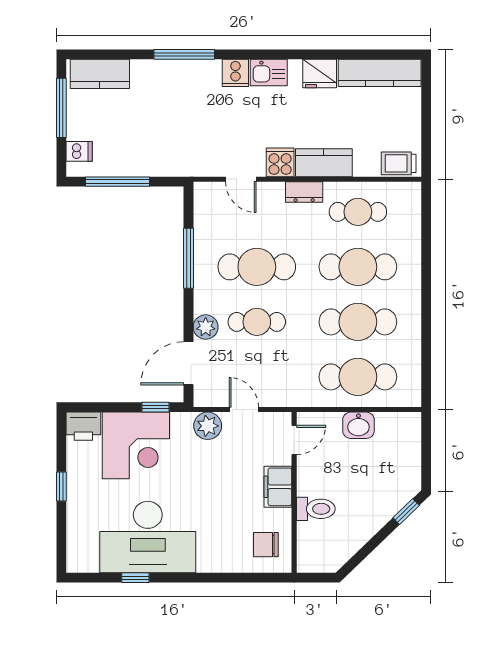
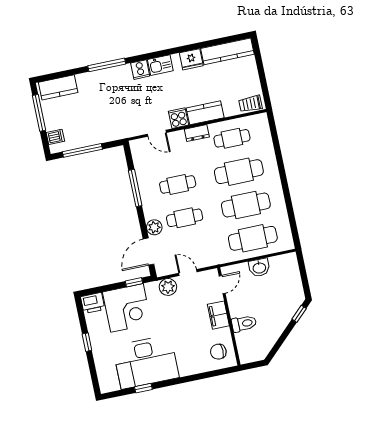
cafe table: (257, 267) -> (178, 184), width x0.73, depth x0.74

